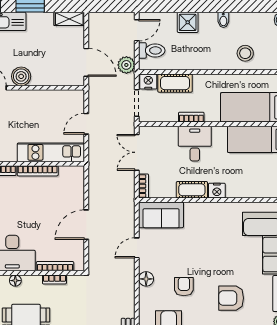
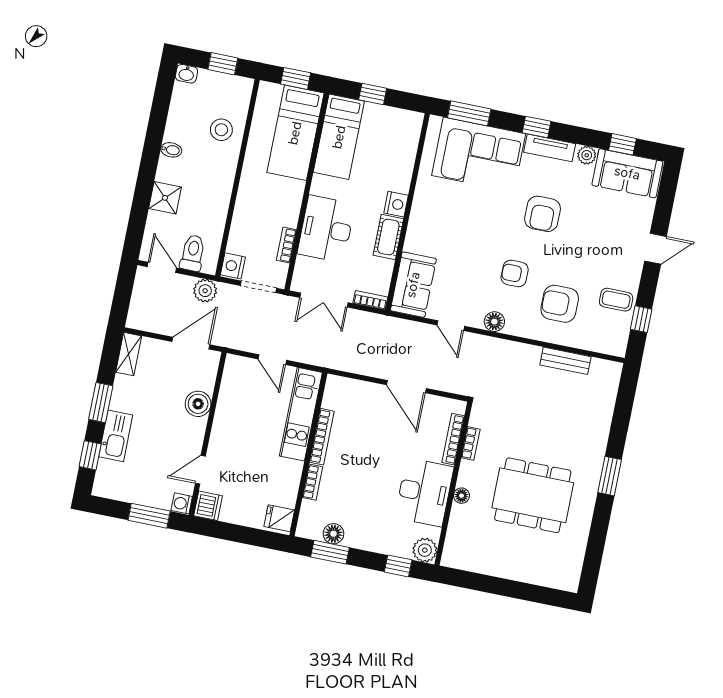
boiler: (21, 76) -> (198, 404), moved
cot: (175, 83) -> (242, 231), removed
bookcase: (191, 117) -> (286, 245), moved
desk: (195, 144) -> (326, 229), width x1.37

